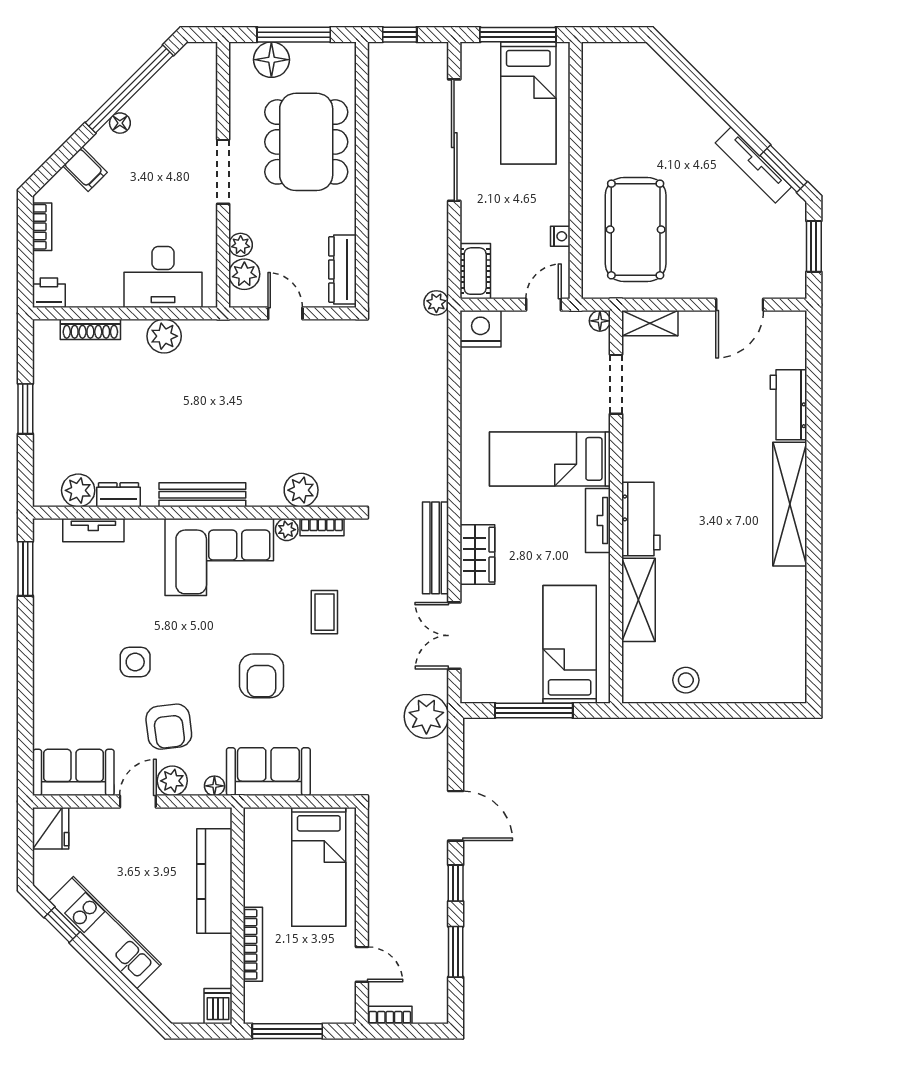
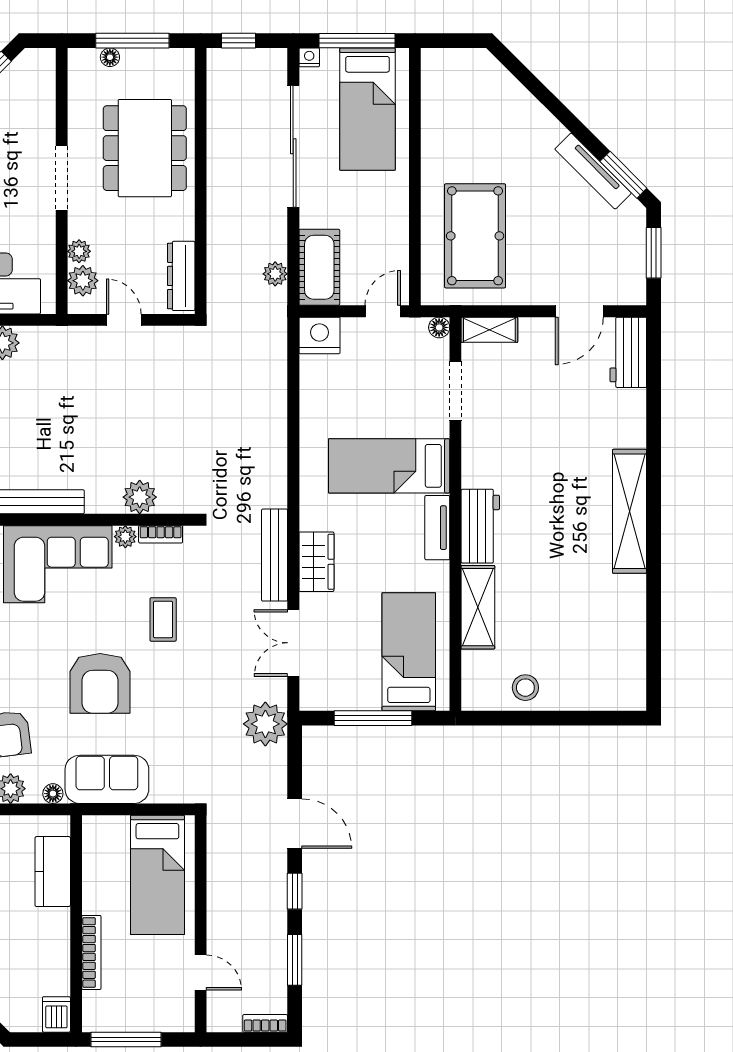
floor lamp: (271, 60) -> (110, 57), width x0.53, depth x0.53
nightstand: (560, 236) -> (309, 57), moved, turned -90
cot: (475, 271) -> (319, 267), width x1.37, depth x1.34
plant: (436, 303) -> (275, 274), moved
workbench: (788, 405) -> (628, 352), moved
armchair: (262, 676) -> (100, 683), width x1.36, depth x1.36
kitchen counter: (214, 881) -> (53, 872), width x0.67
bookcase: (390, 1015) -> (265, 1023), moved

